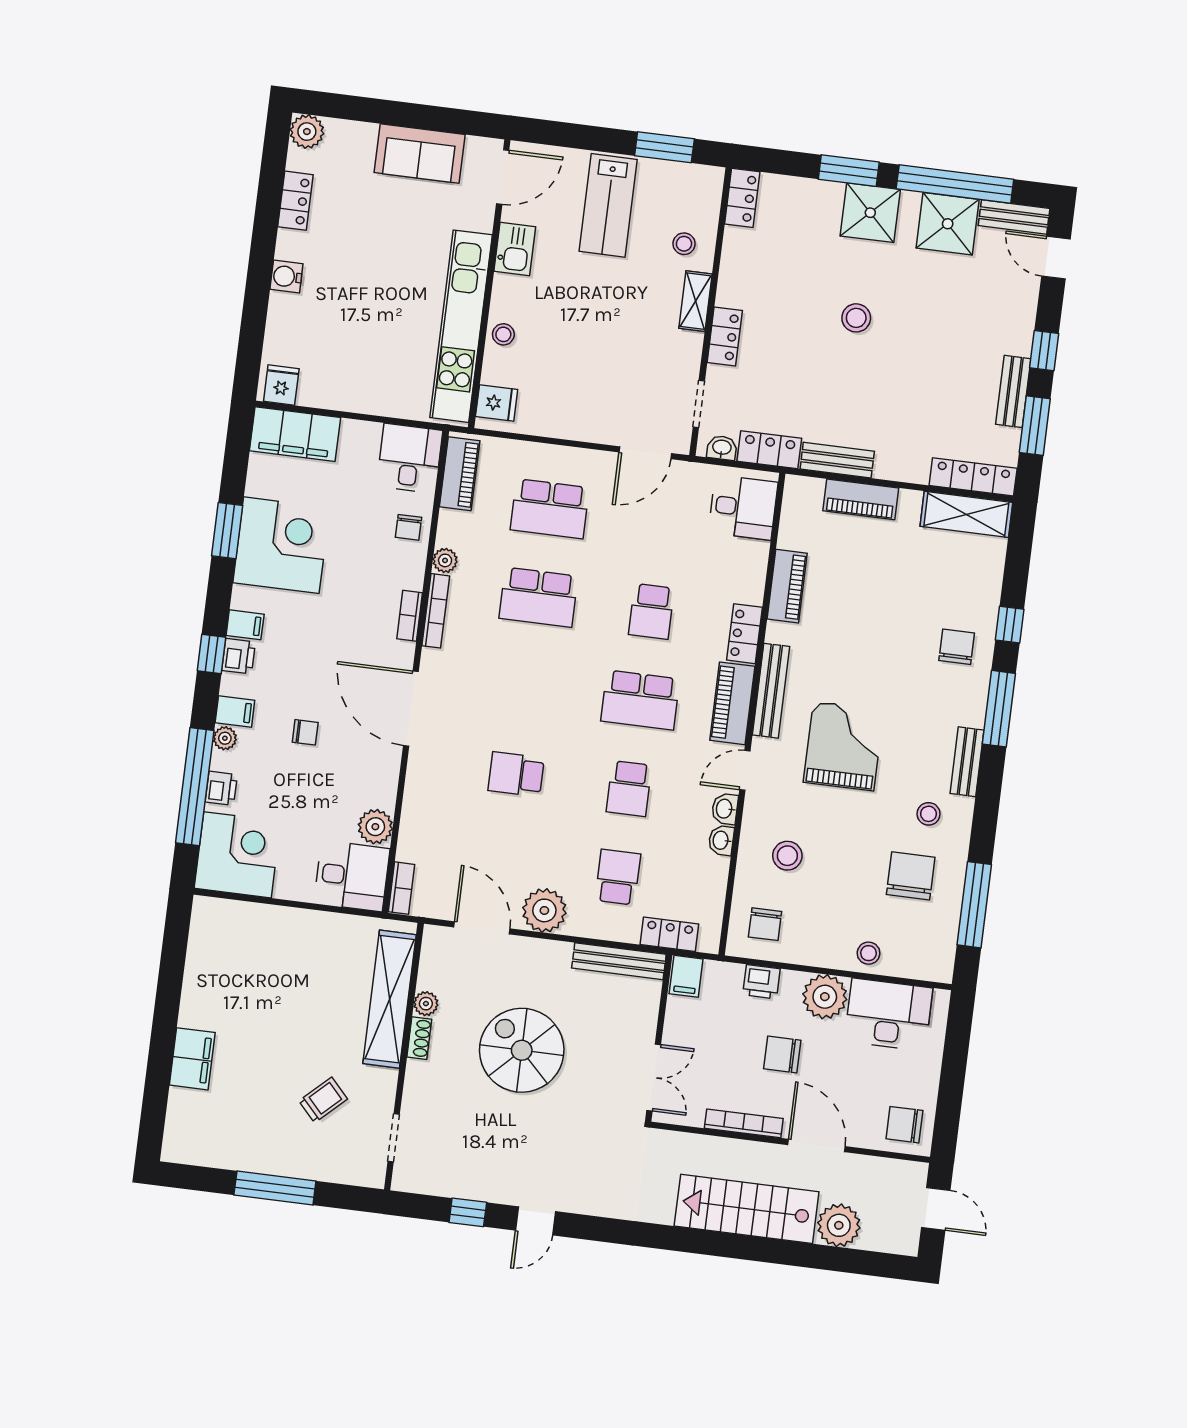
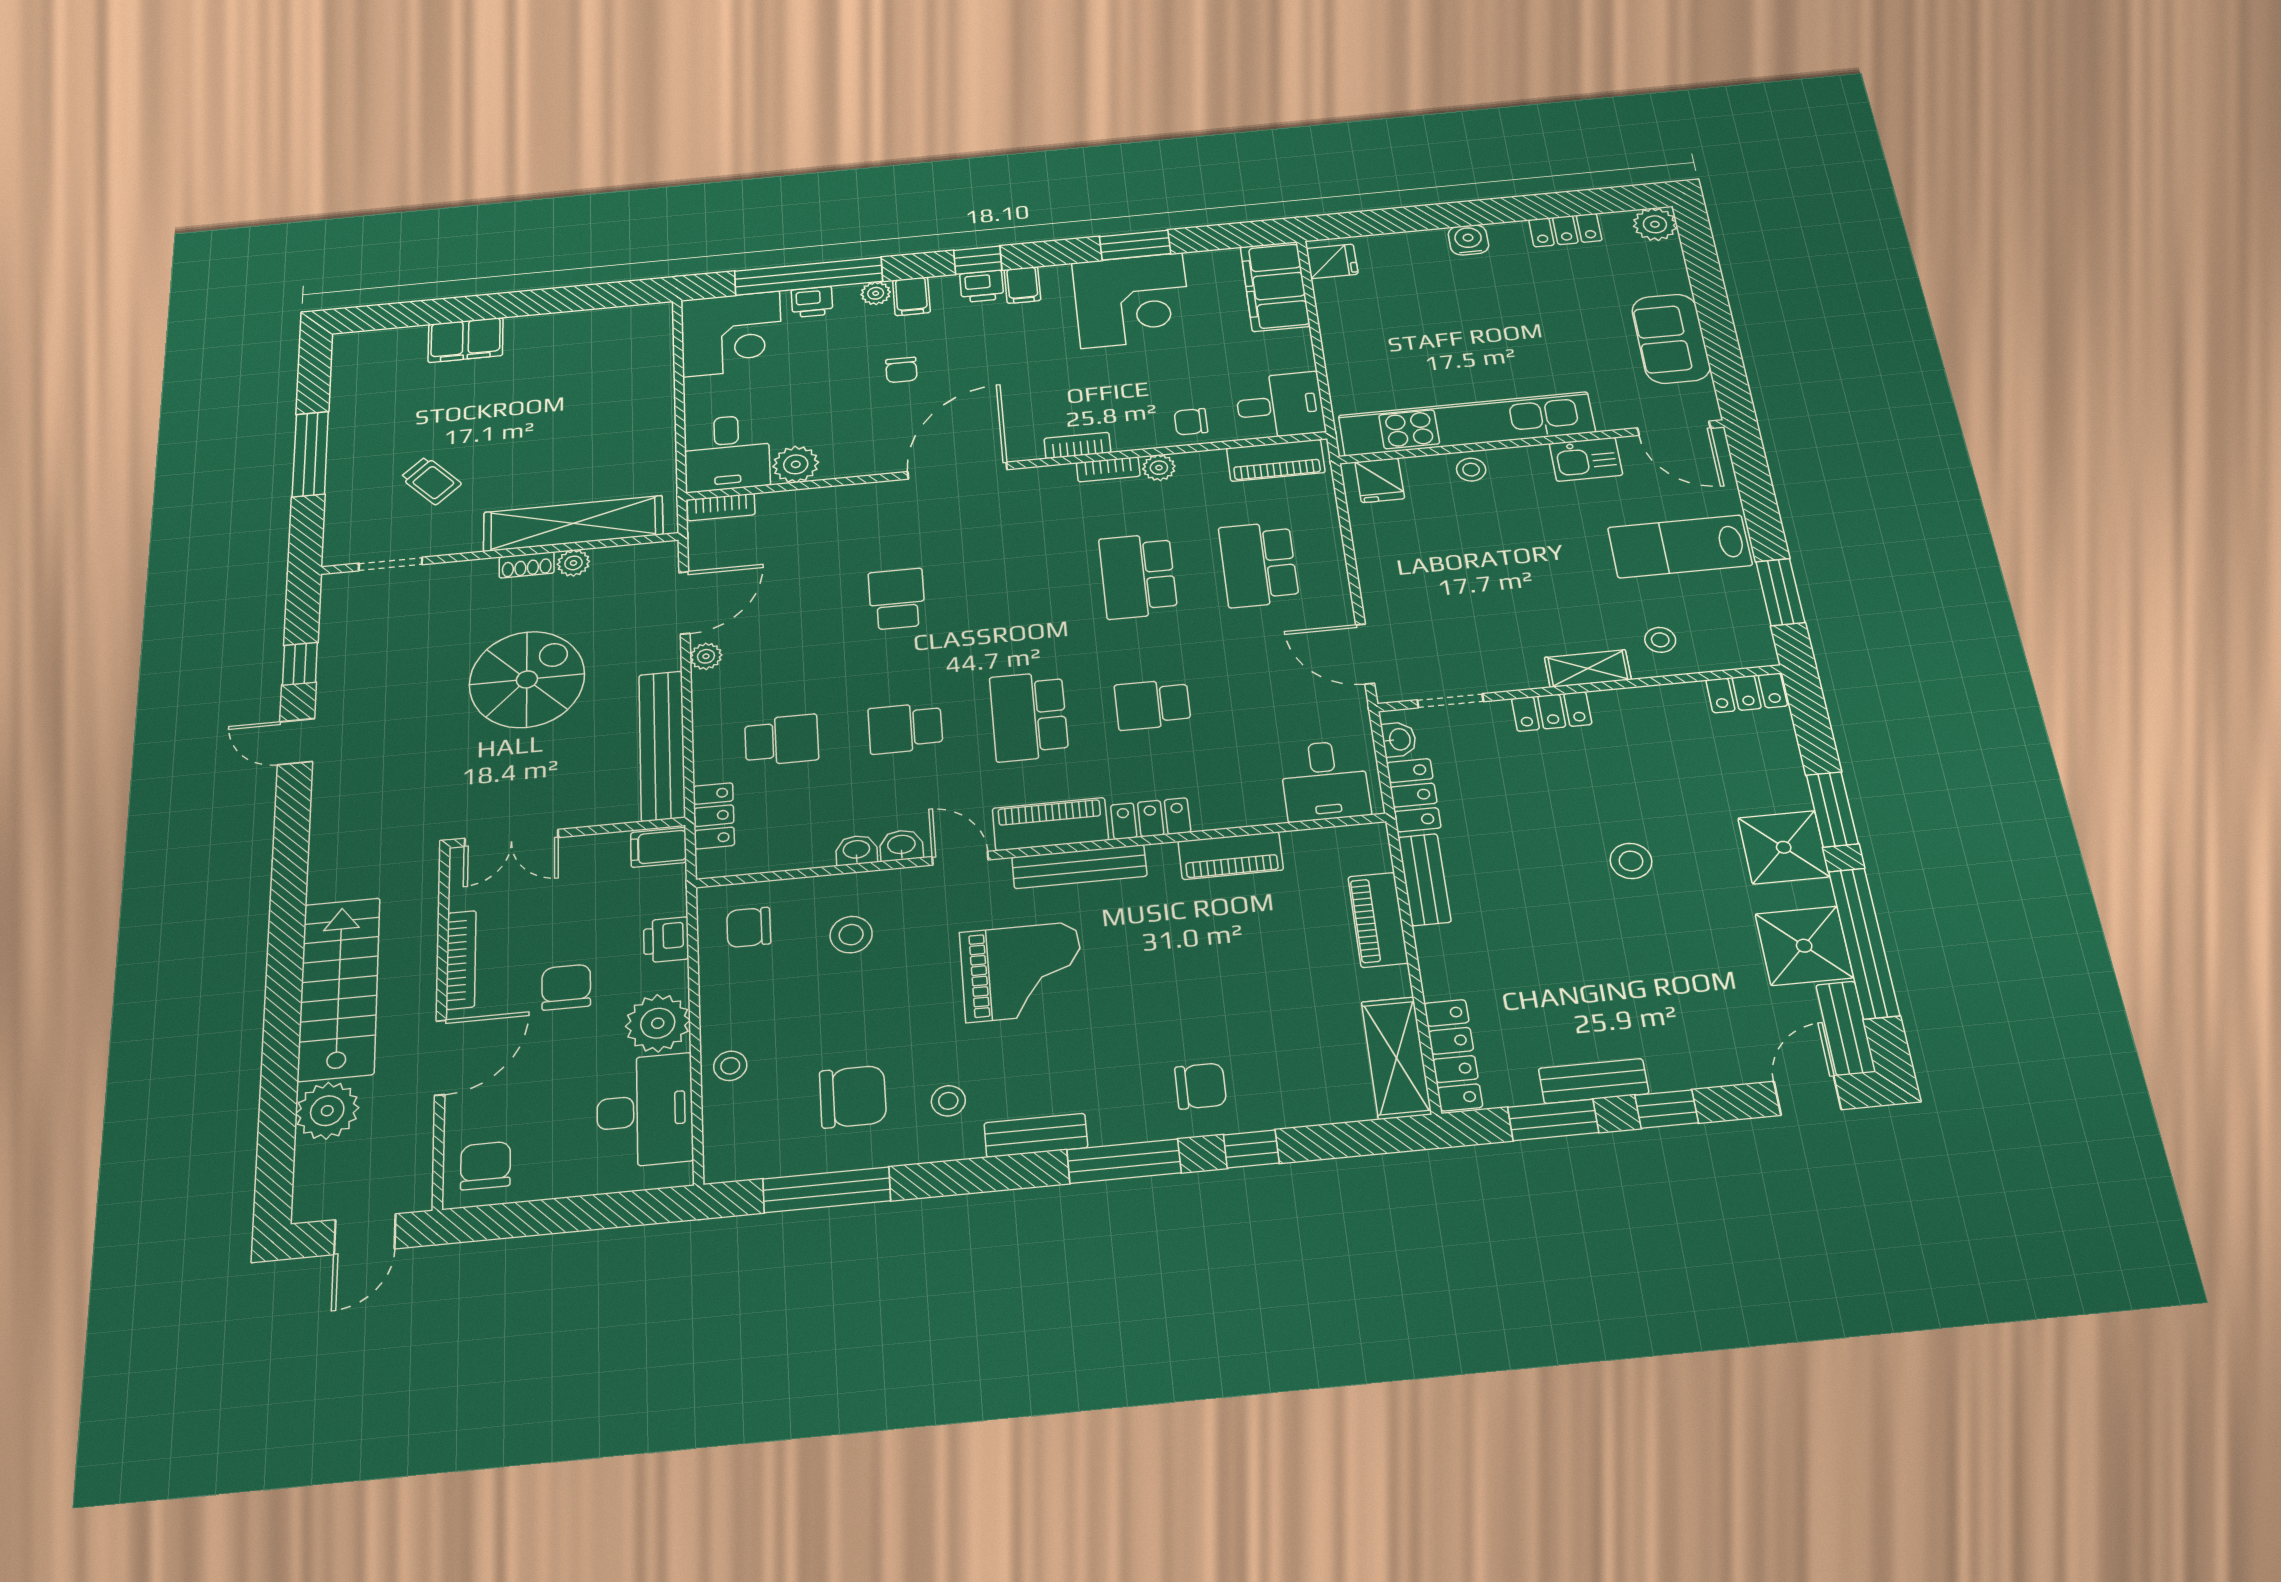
bookcase: (436, 611) -> (1108, 469), width x0.64
plant: (544, 910) -> (706, 656), width x0.53, depth x0.53
bench: (619, 961) -> (662, 745), width x1.37, depth x1.21

